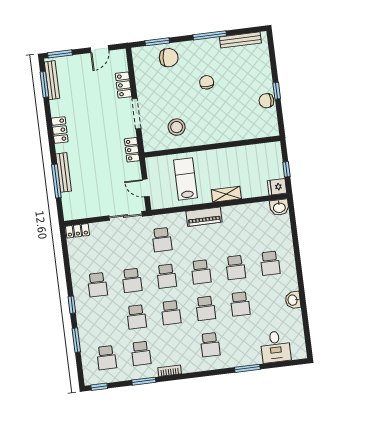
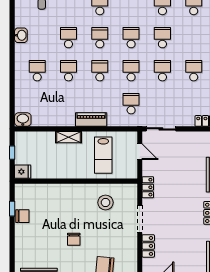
window: (277, 91) -> (12, 209), moved
fridge: (277, 187) -> (23, 172), moved

